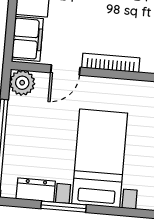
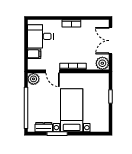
filing cabinet: (27, 39) -> (34, 54), width x0.50
door: (65, 70) -> (53, 71), hinge flipped

